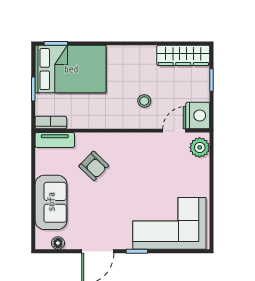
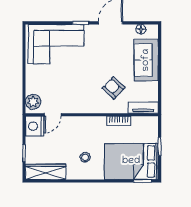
stool: (144, 101) -> (85, 157), moved
bookcase: (51, 123) -> (119, 121), moved

